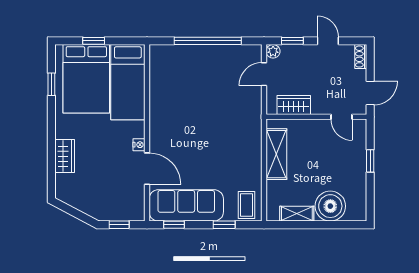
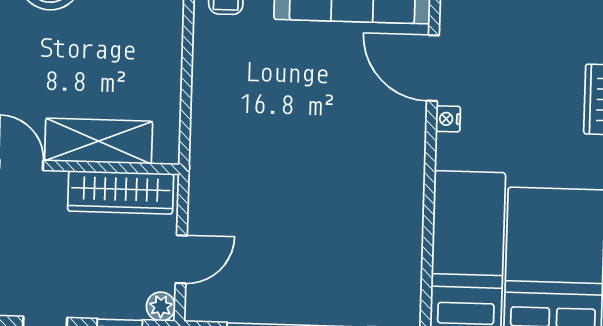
wardrobe: (294, 105) -> (121, 192), width x1.50
shelving: (276, 154) -> (99, 141), moved, turned 90

